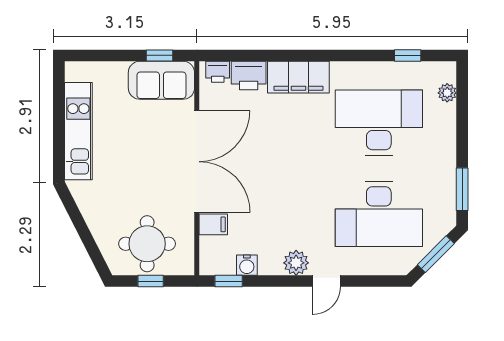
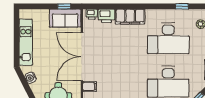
desk: (379, 123) -> (168, 38), turned 180
double door: (197, 162) -> (82, 57), swing flipped
water cooler: (89, 206) -> (31, 78), added

